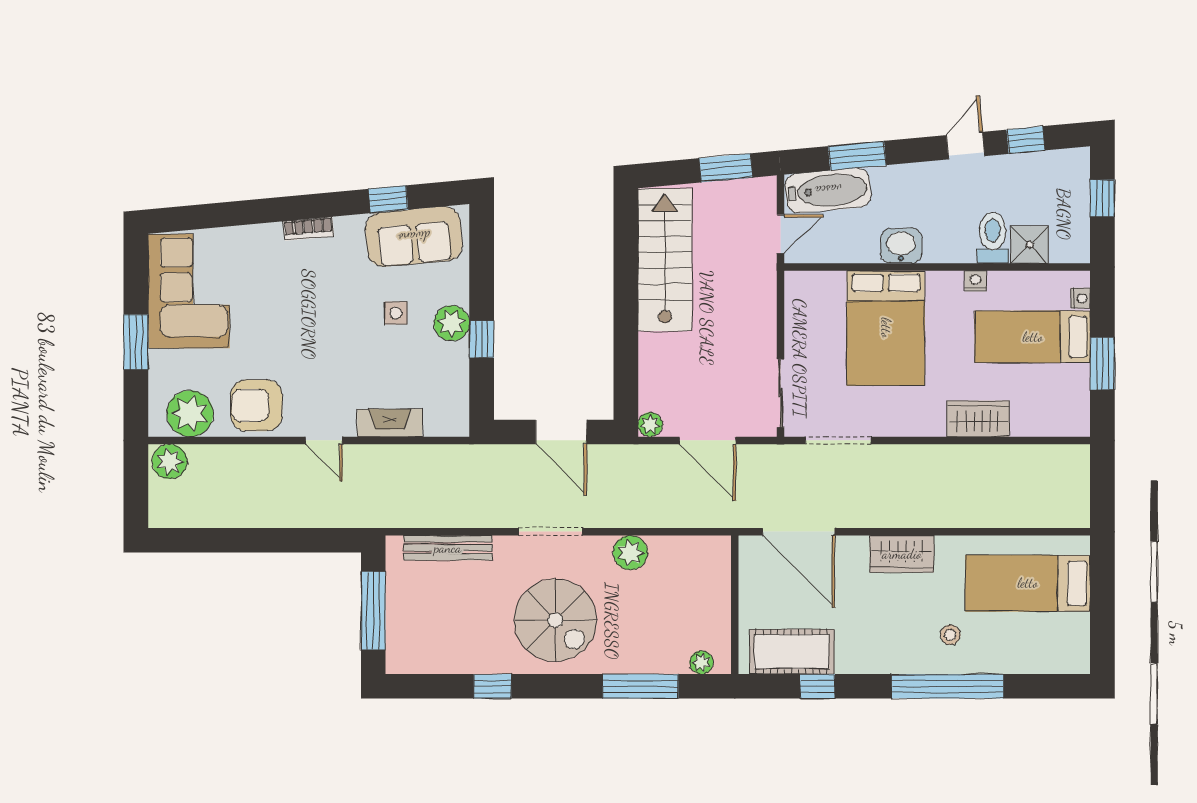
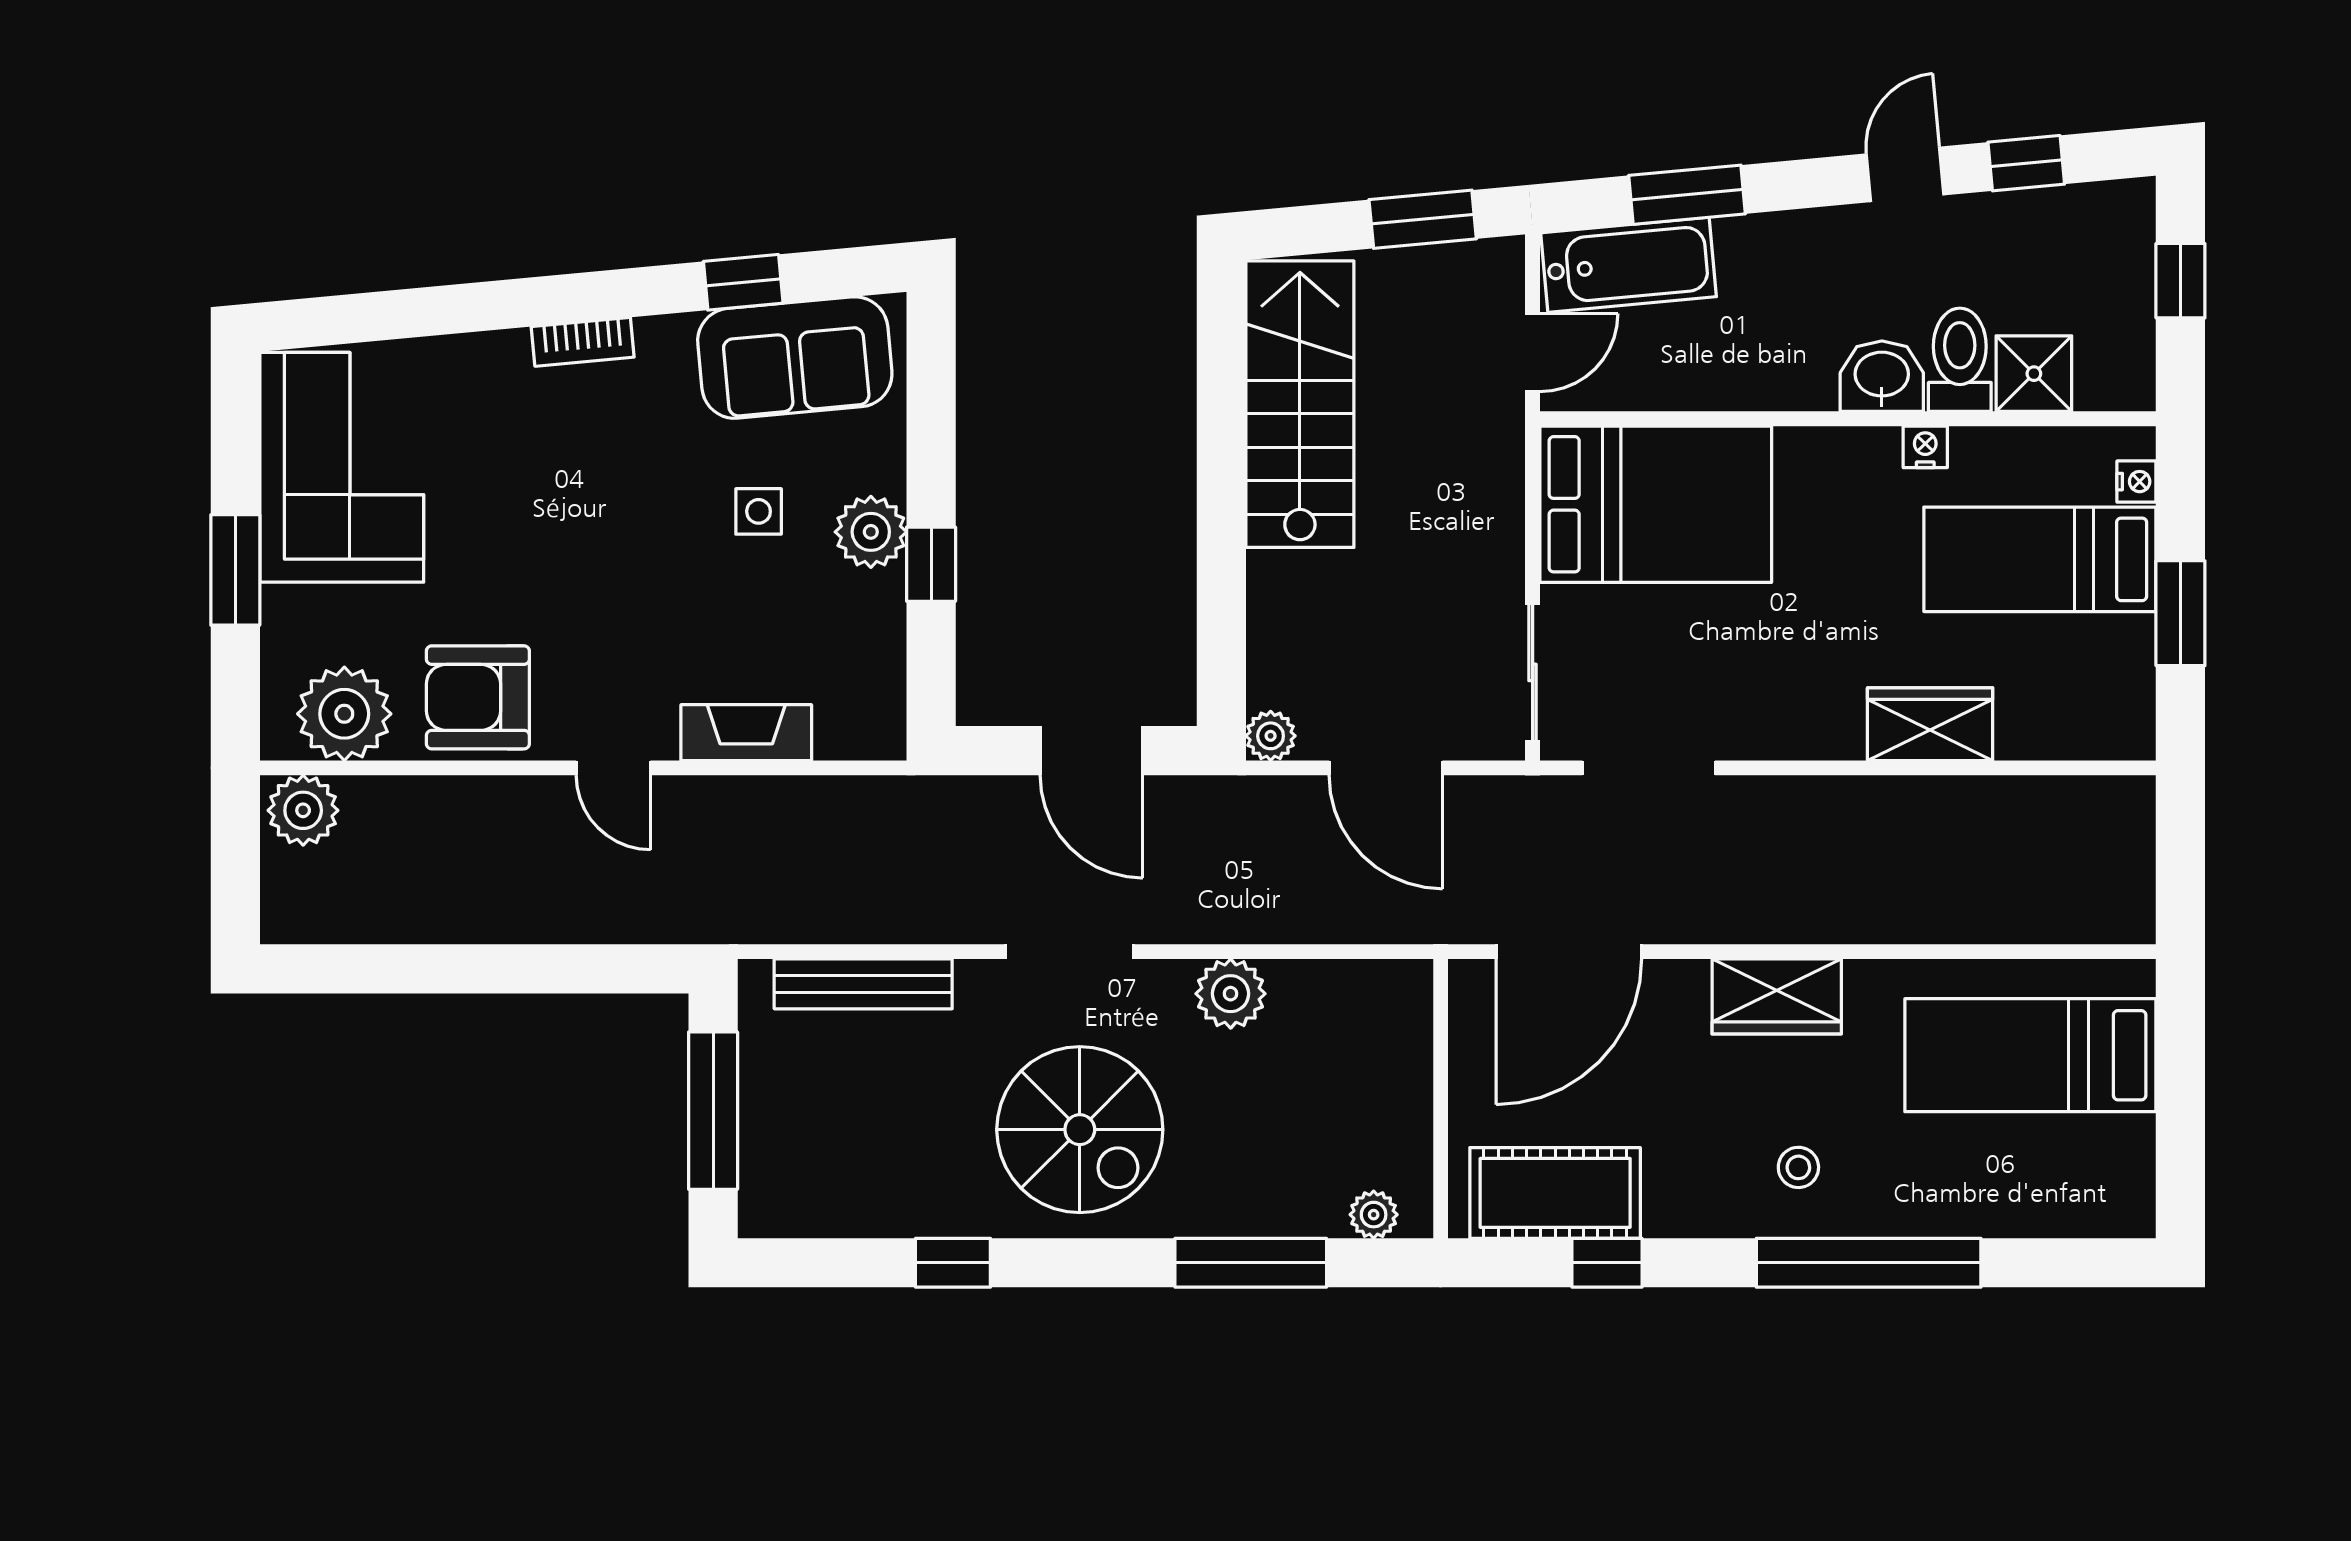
washbasin: (901, 246) -> (1882, 376), moved
bed: (886, 328) -> (1656, 504), moved, turned -90
door: (799, 532) -> (1569, 952), hinge flipped
stool: (950, 635) -> (1798, 1167), moved

